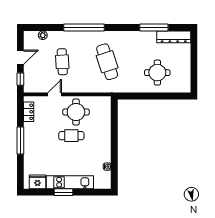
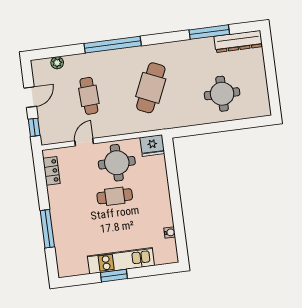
cafe table: (107, 62) -> (151, 88), turned 42
window: (20, 140) -> (47, 229), moved
fridge: (37, 182) -> (152, 145), moved, turned 180

